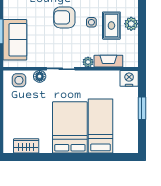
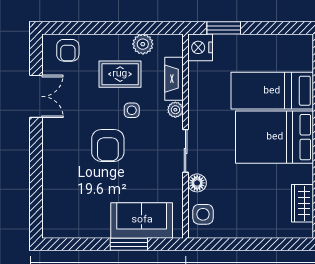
side table: (91, 22) -> (132, 110), moved
plant: (131, 24) -> (143, 44), moved
window: (142, 108) -> (224, 28), moved

